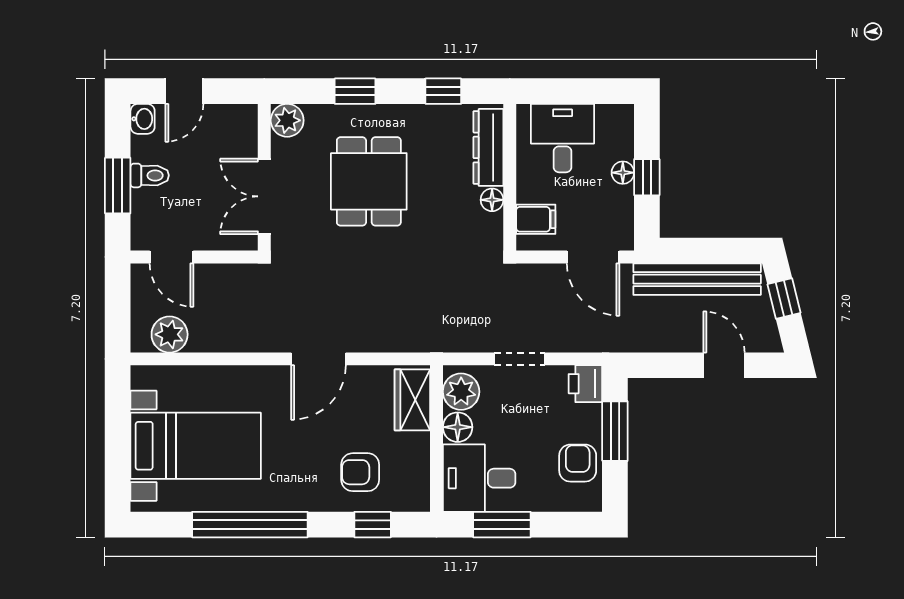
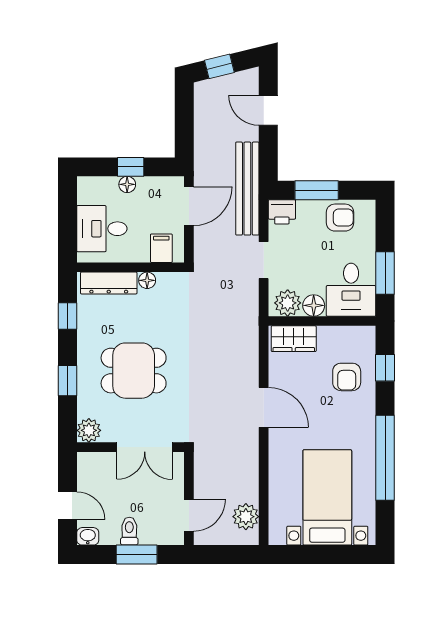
bench: (697, 279) -> (247, 189), moved
door: (724, 365) -> (268, 110), hinge flipped
armchair: (578, 463) -> (340, 218), turned 180

